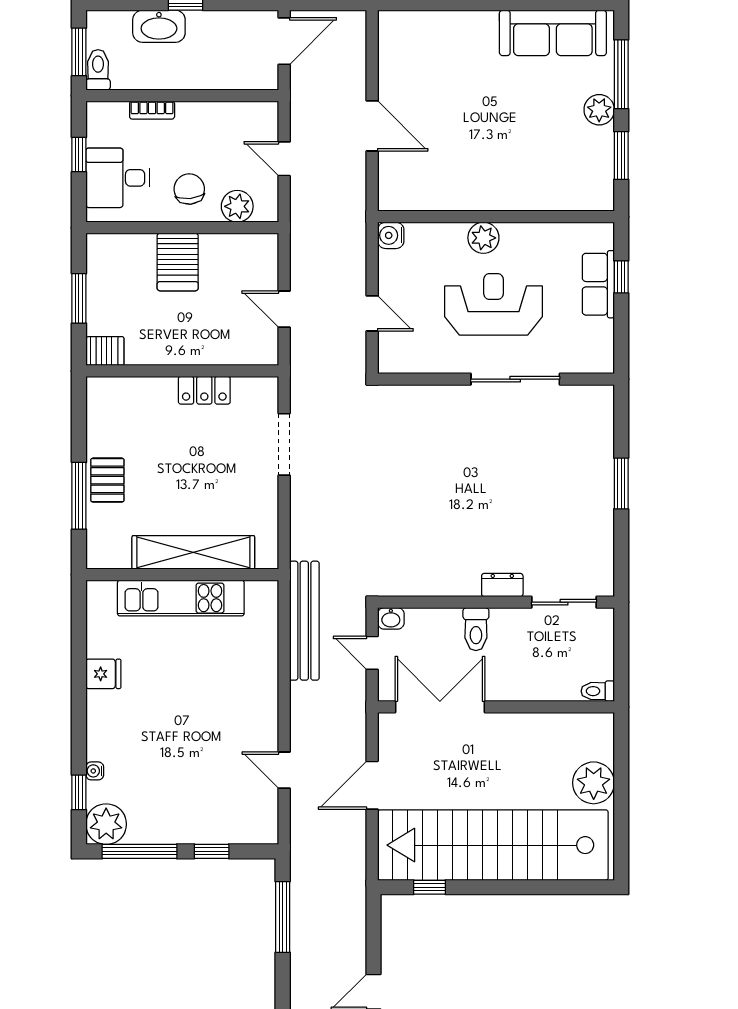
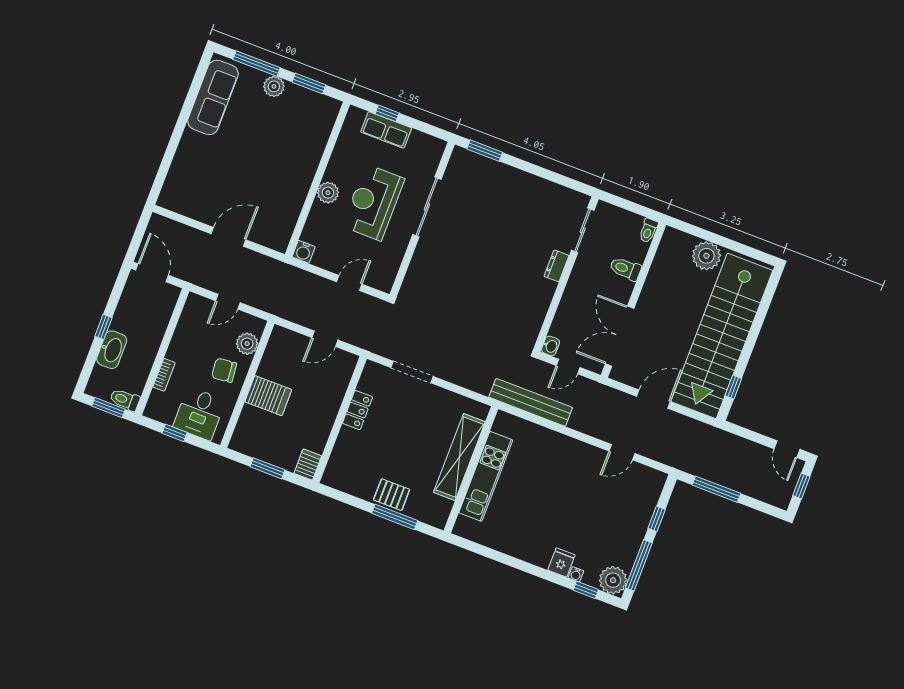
window: (621, 483) -> (485, 151), moved
toilet: (476, 629) -> (625, 269), moved, turned 180
fridge: (103, 674) -> (561, 562), moved
door: (372, 785) -> (653, 399), swing flipped

